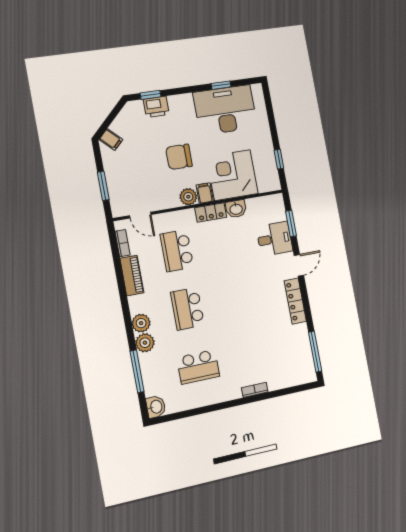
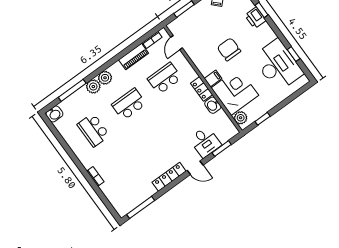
plant: (188, 197) -> (241, 118), moved

